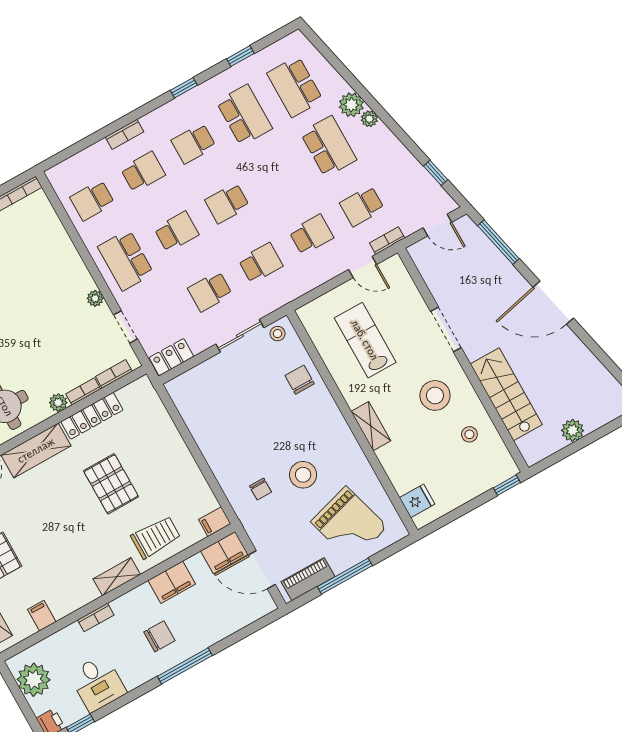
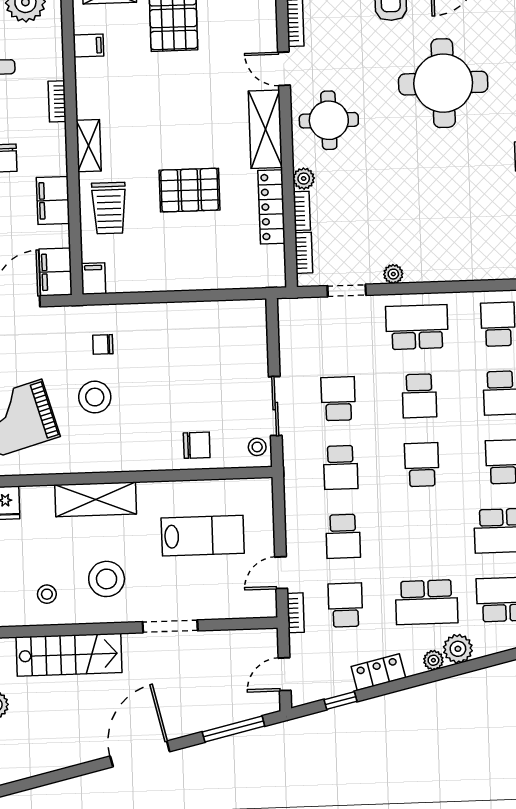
locker: (171, 357) -> (378, 672), moved, turned -103
shelving: (371, 426) -> (96, 499), width x1.50, depth x1.33

